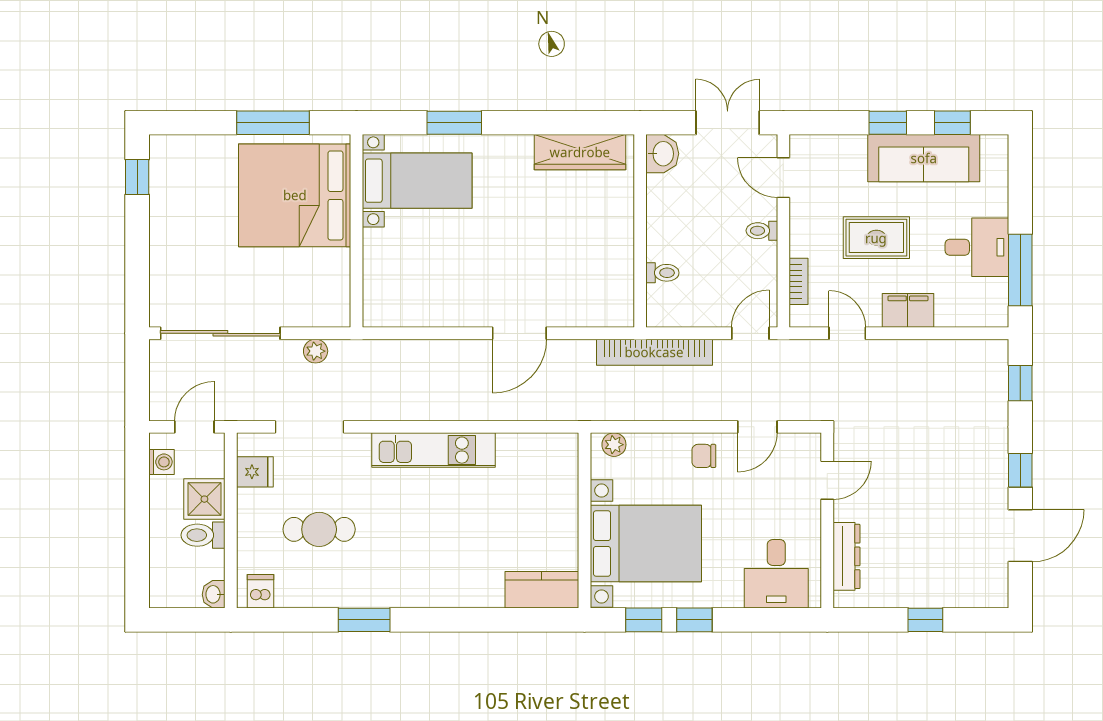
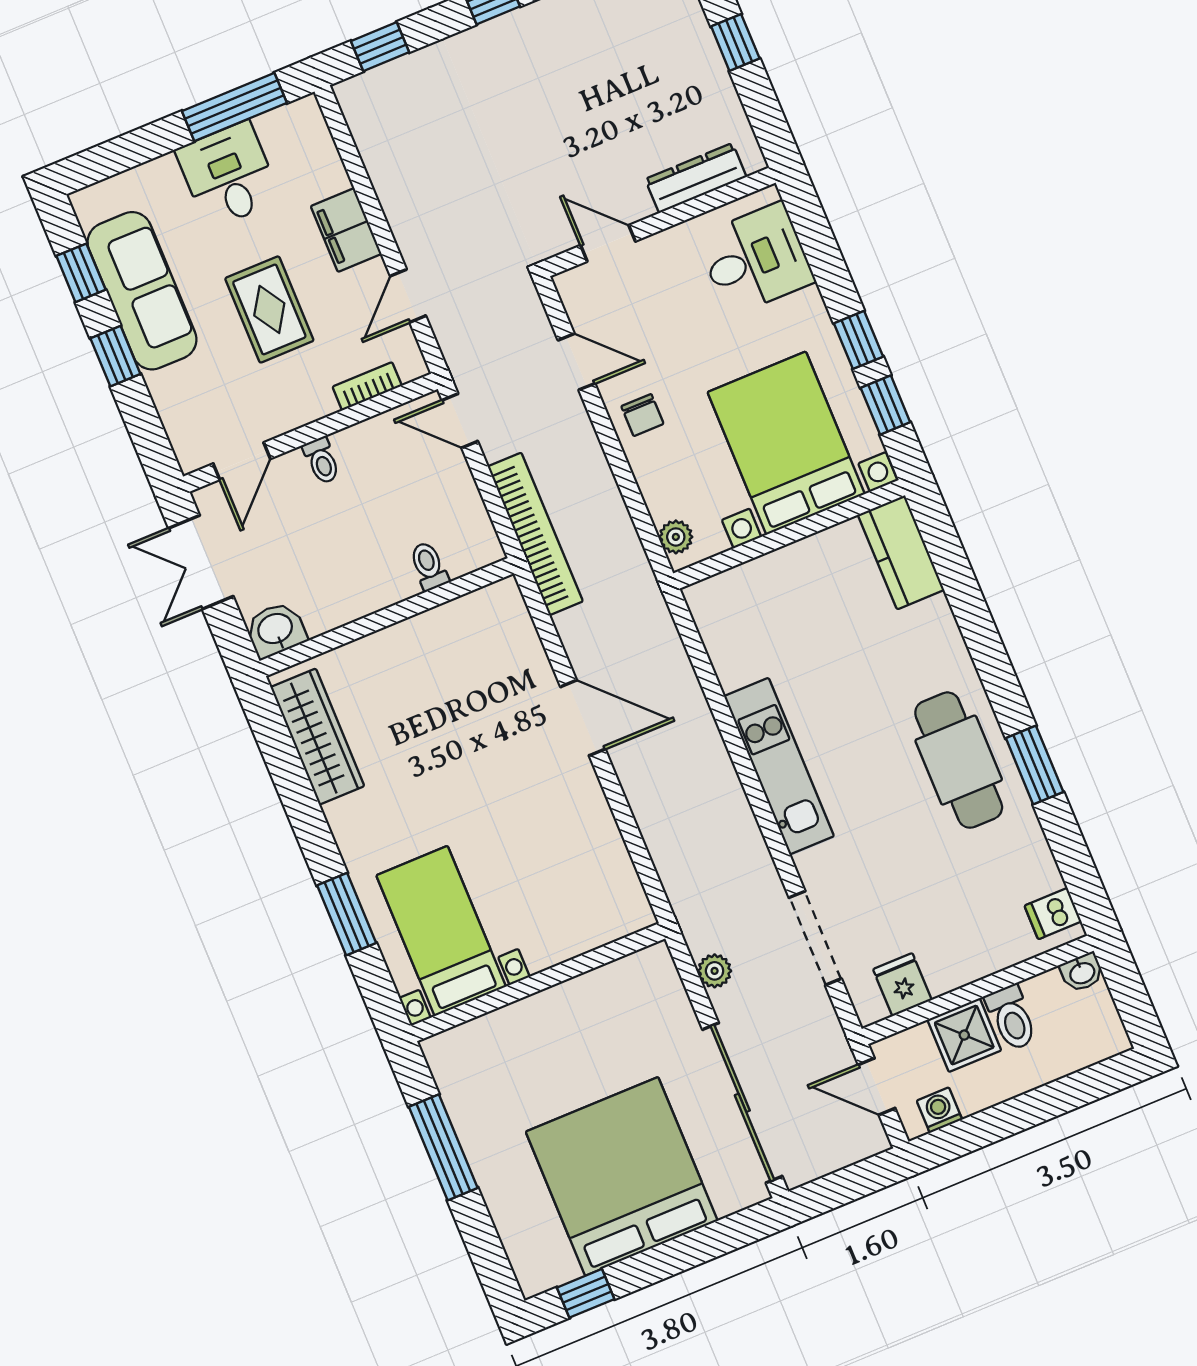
bed: (295, 195) -> (622, 1176), moved, turned 180
cafe table: (319, 529) -> (959, 760), moved, width x1.37, depth x1.35

